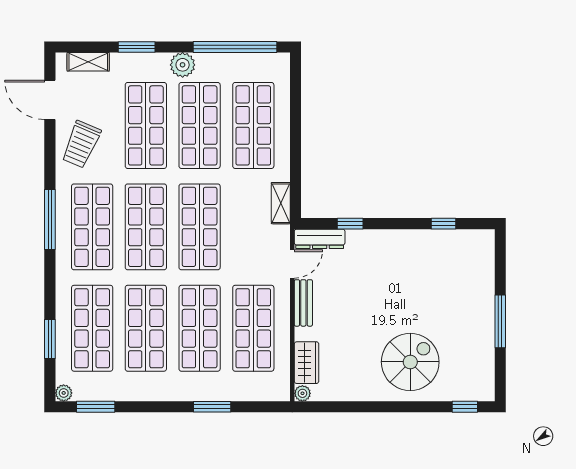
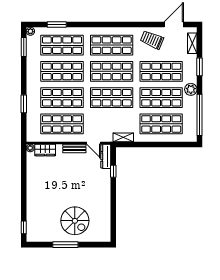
window: (50, 219) -> (115, 25), removed
window: (444, 224) -> (113, 217), removed
spiral stairs: (410, 362) -> (75, 221), moved

